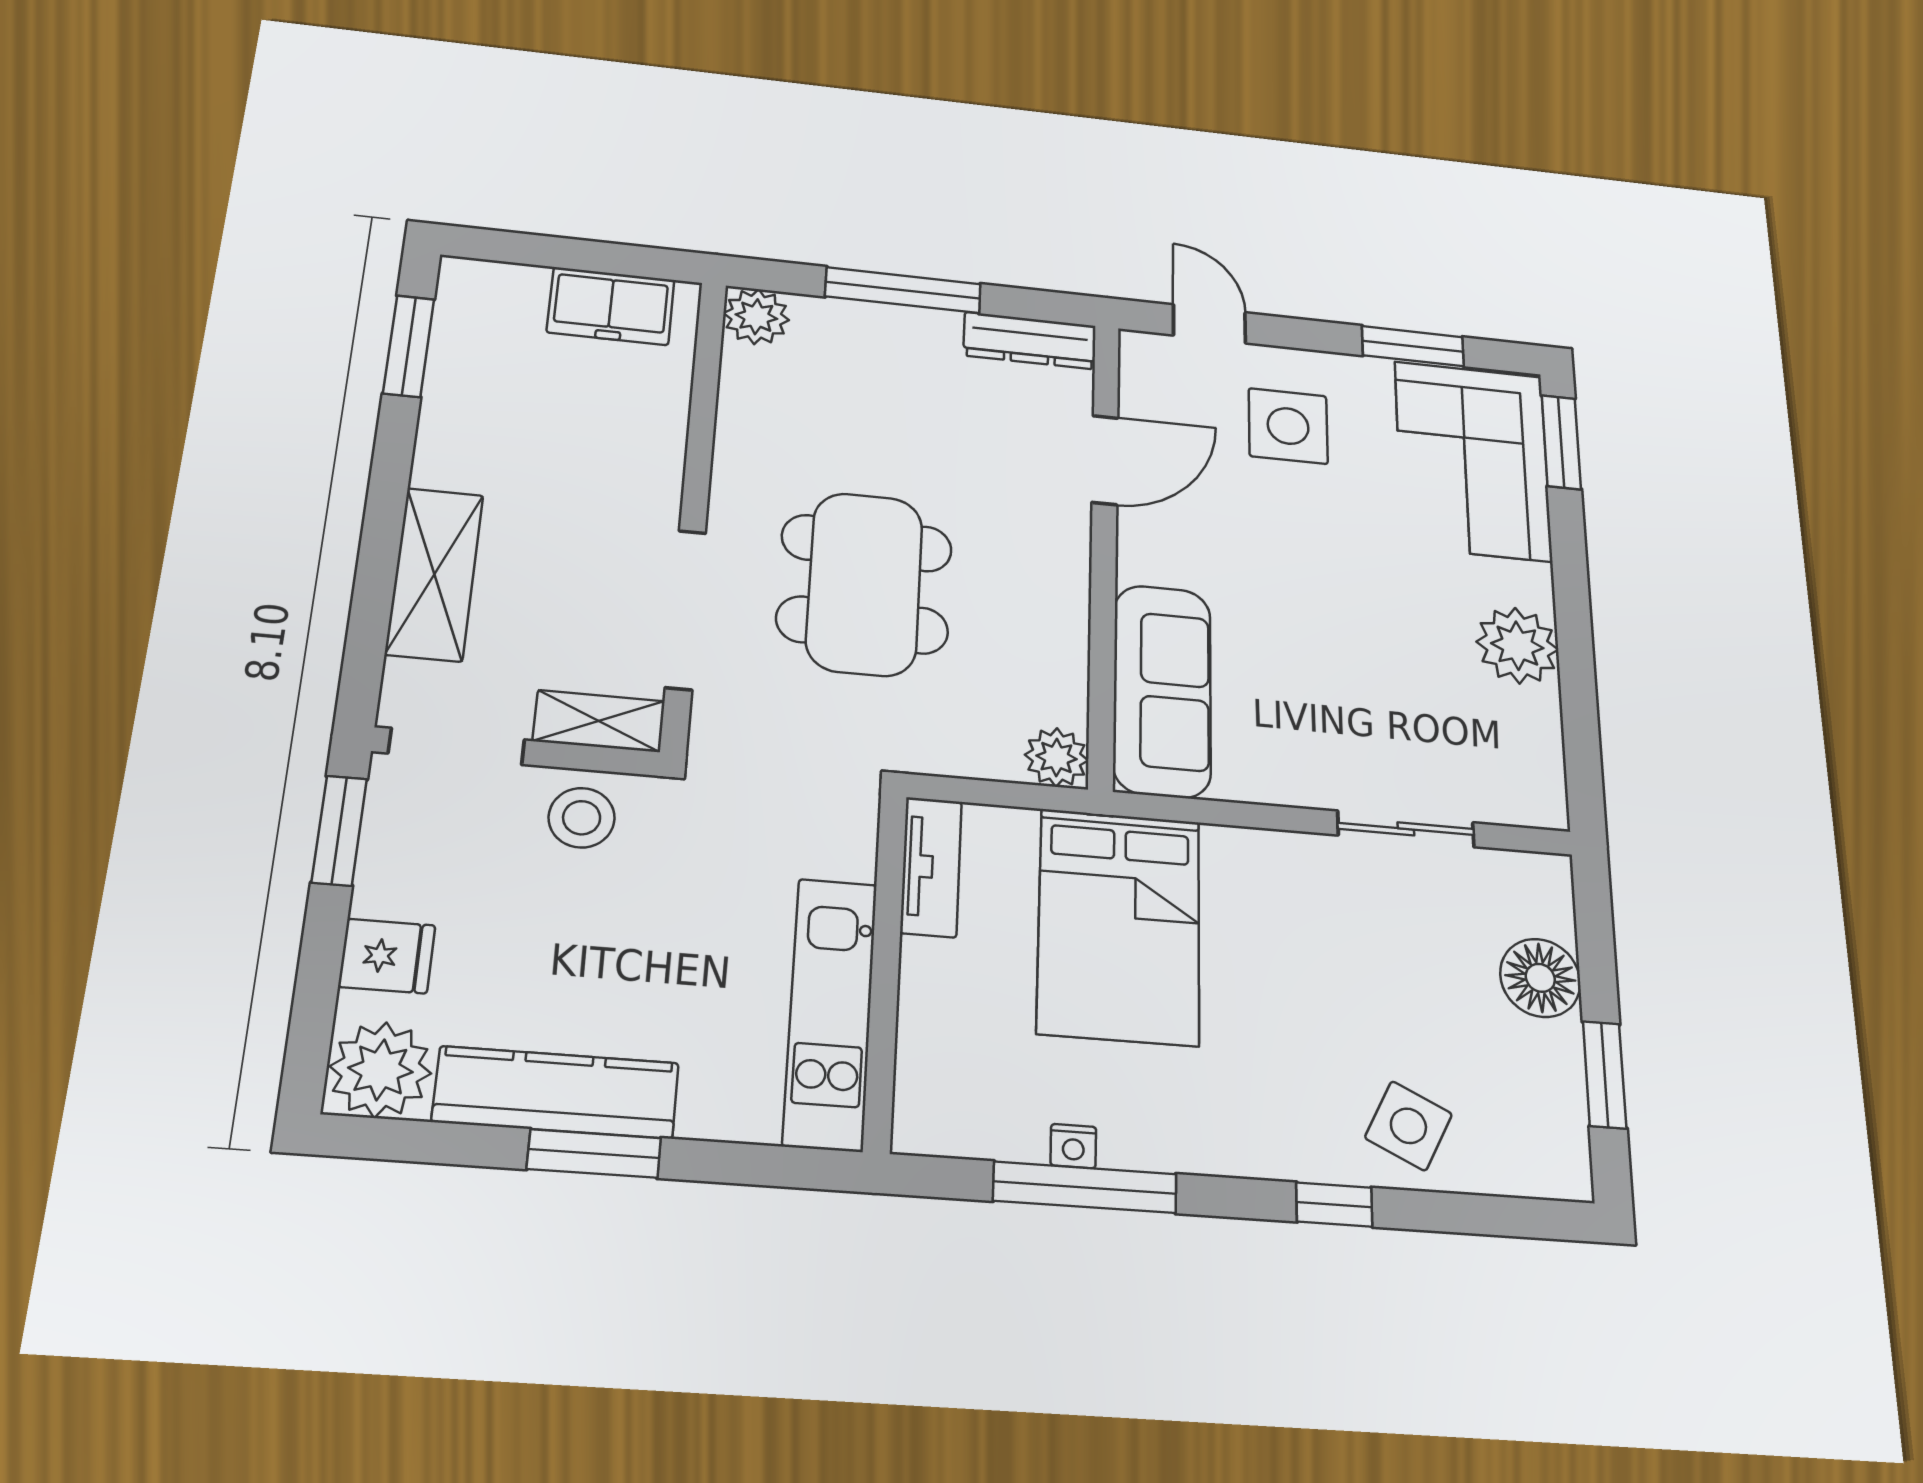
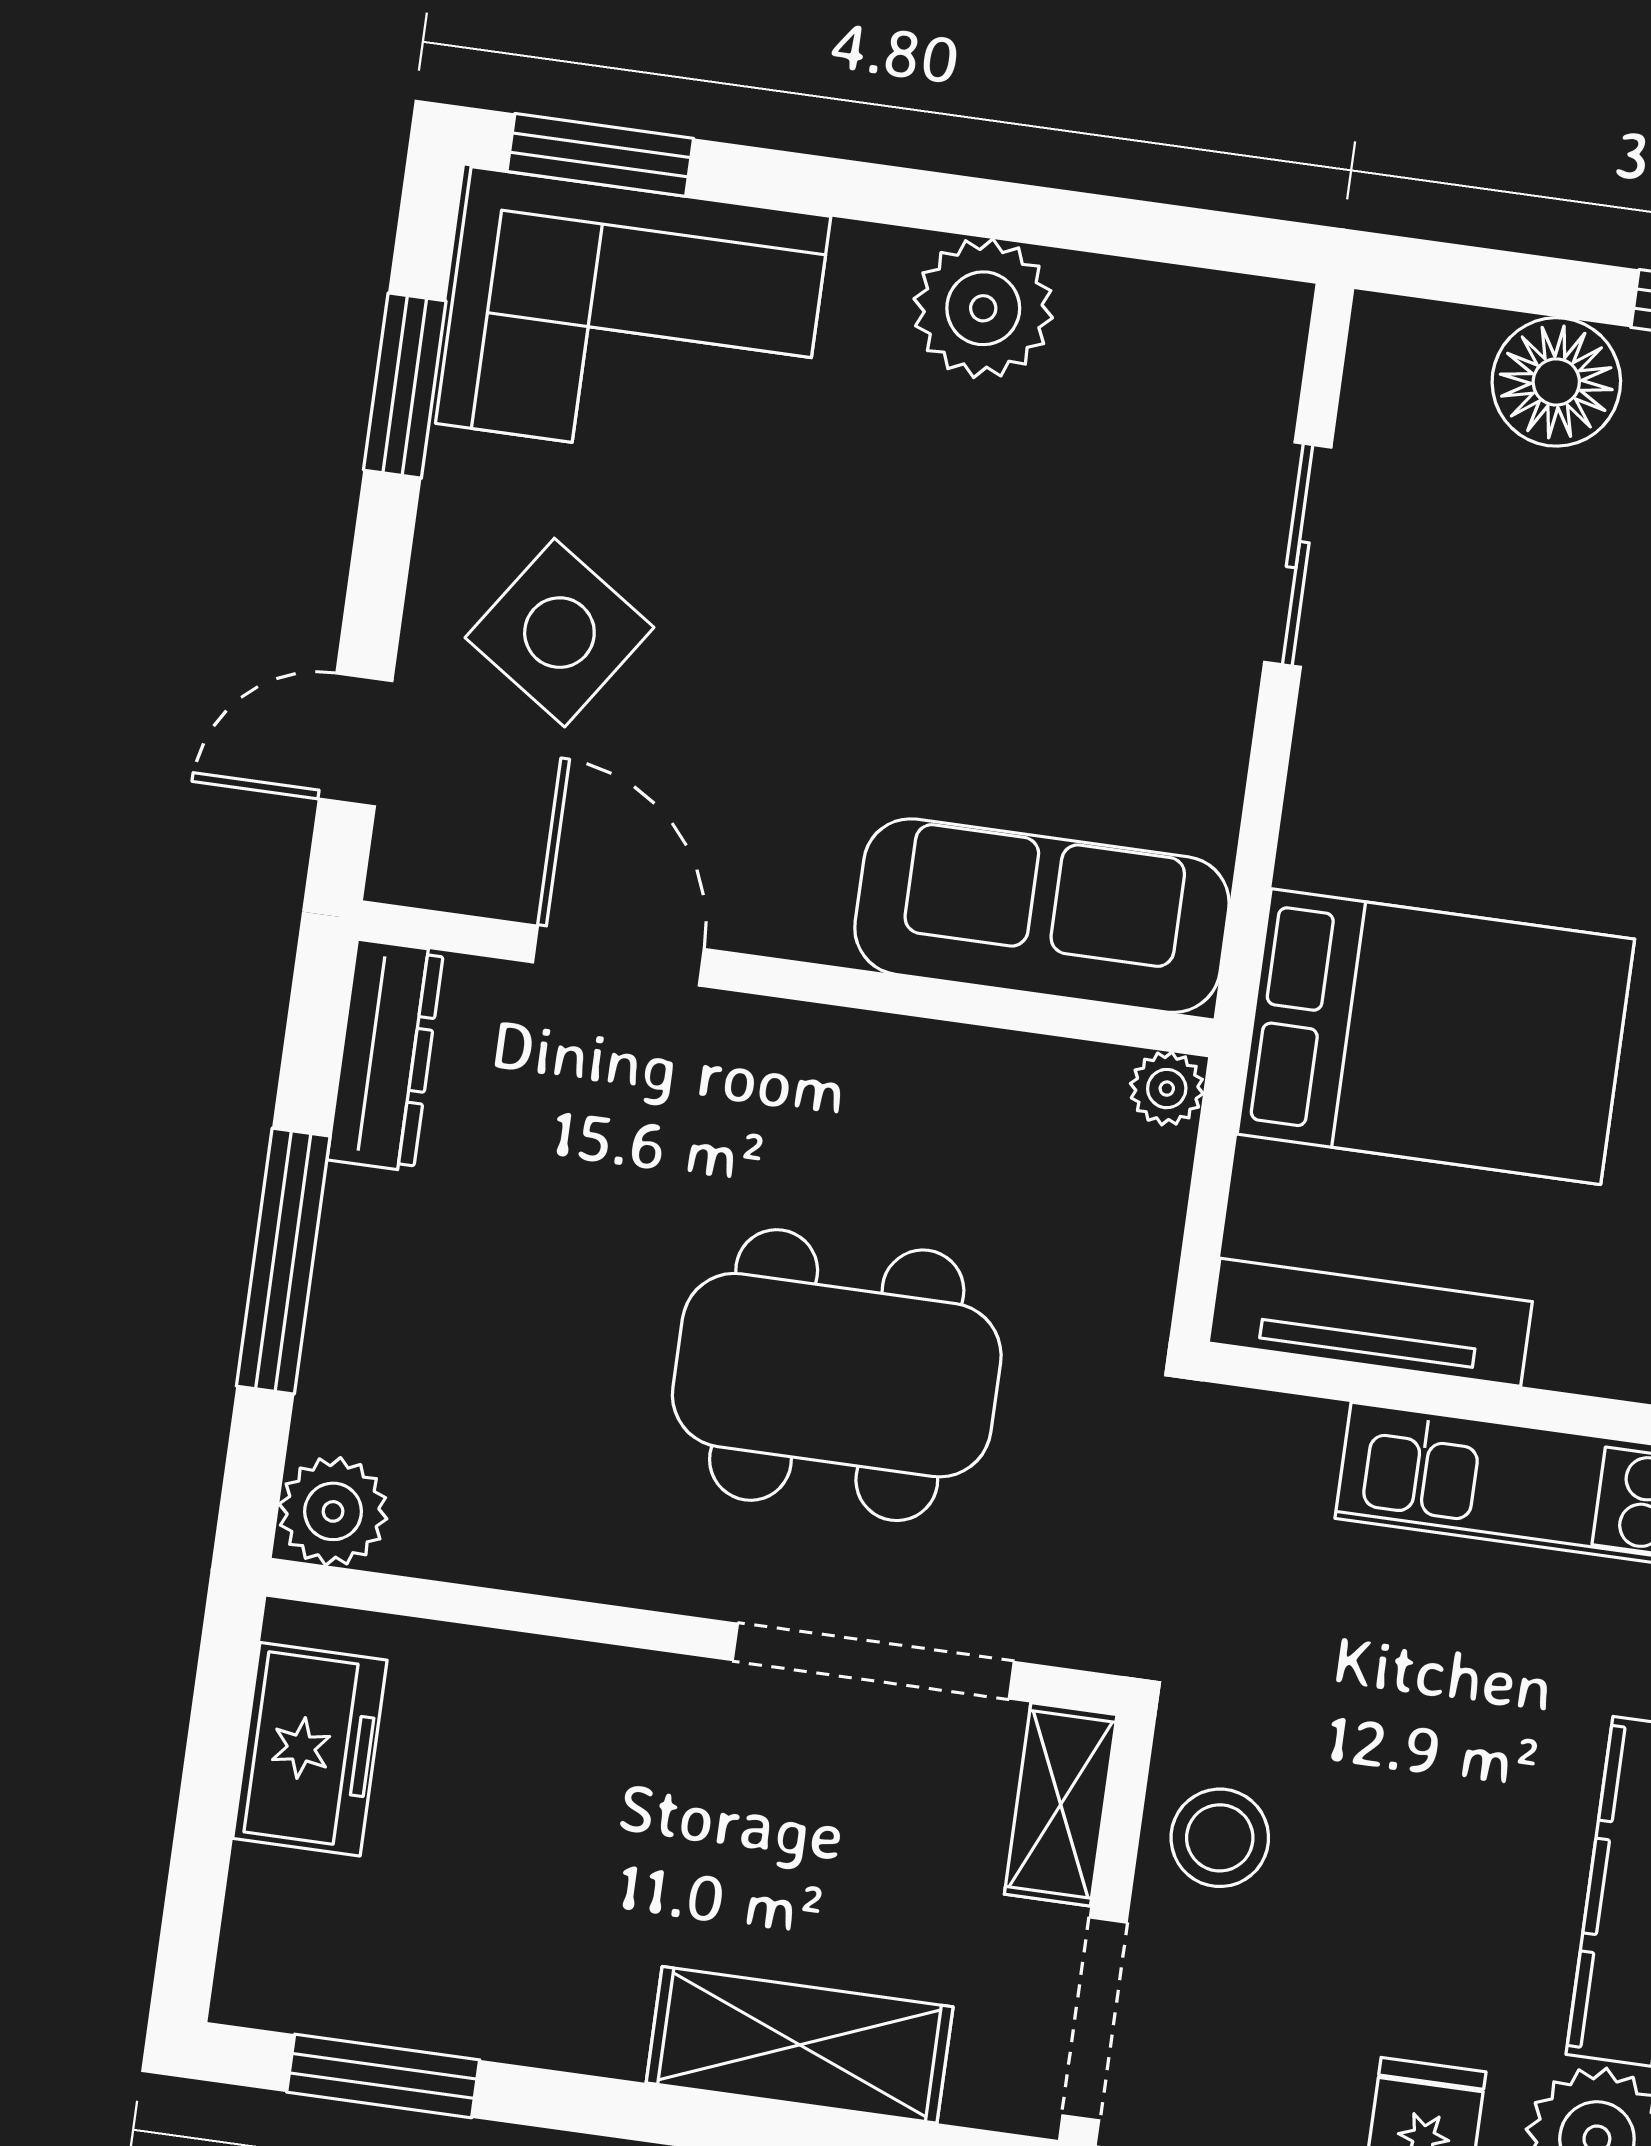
side table: (1288, 426) -> (559, 633), turned 34
plant: (1057, 757) -> (1167, 1089), width x0.73, depth x0.73
tv unit: (931, 867) -> (1370, 1322), width x1.41

